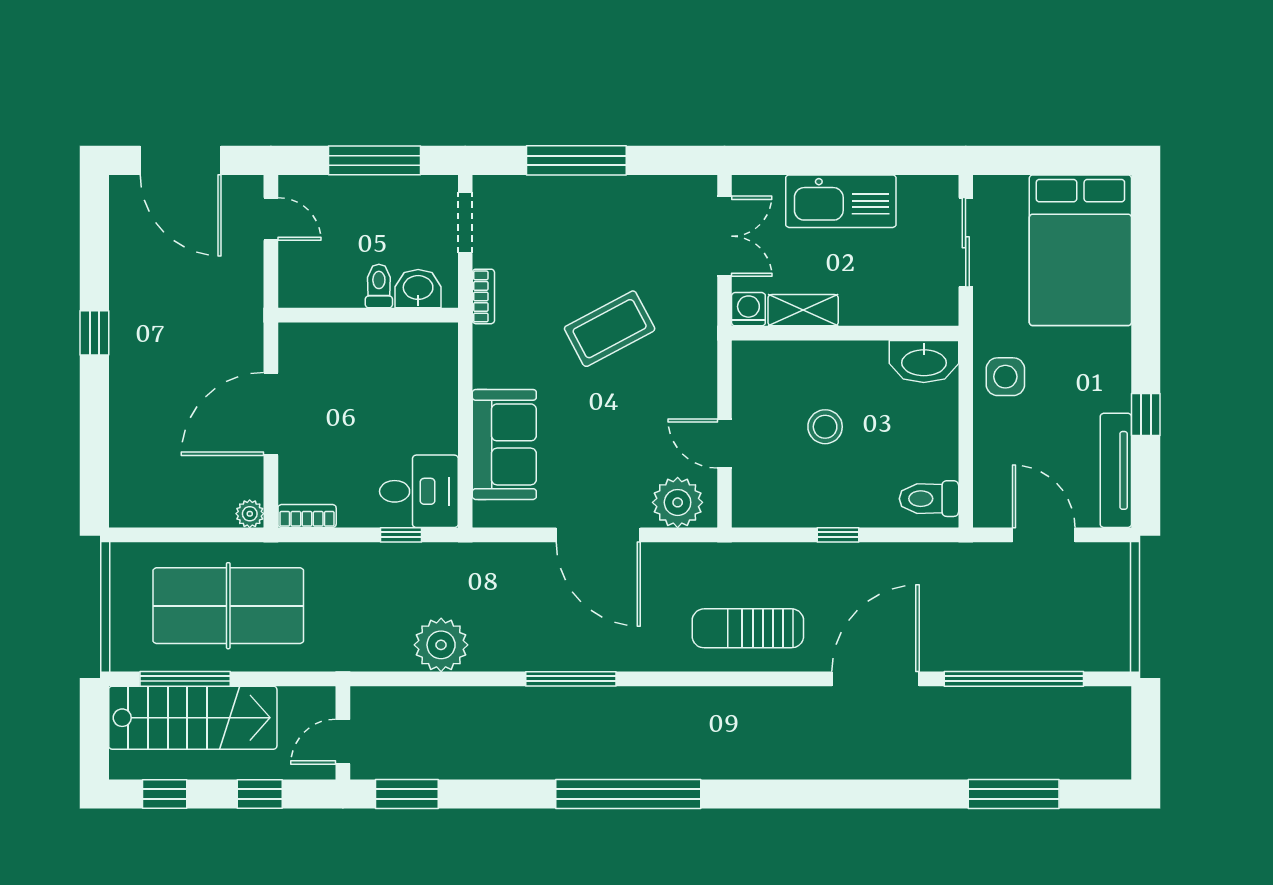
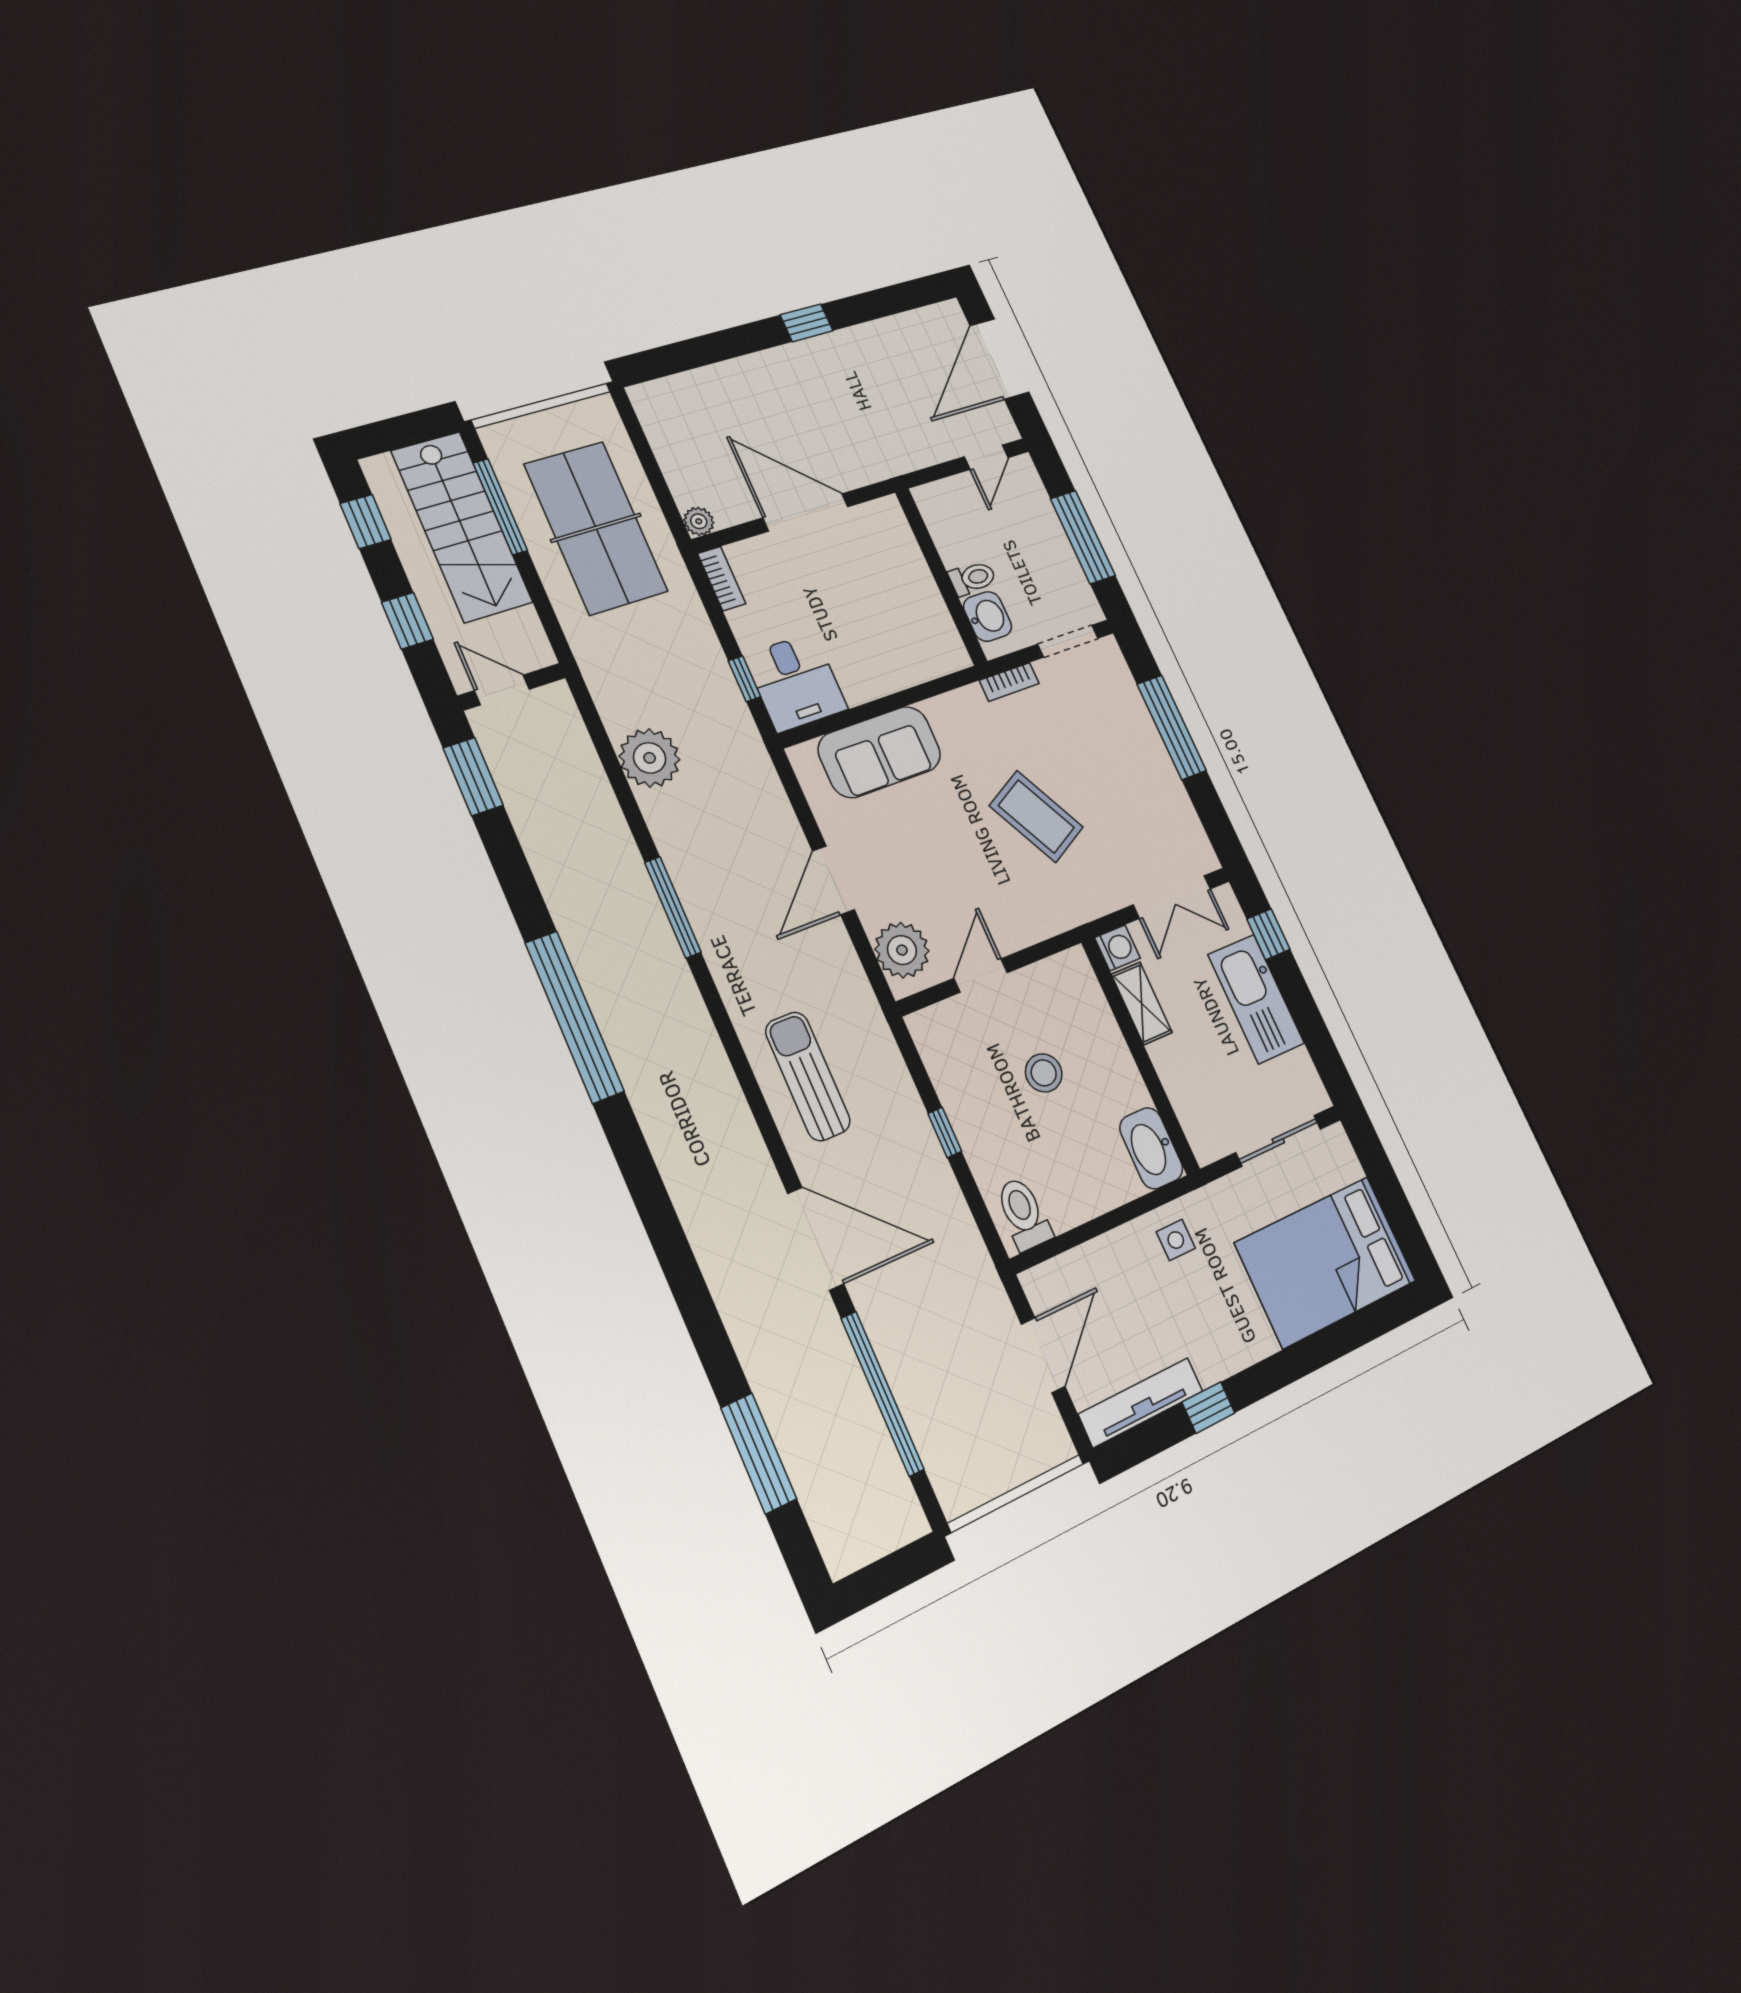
window: (791, 160) -> (1268, 934), added
side table: (1005, 377) -> (1176, 1240), width x0.73, depth x0.73
door: (598, 535) -> (833, 880), width x0.73

